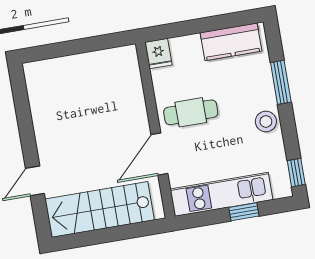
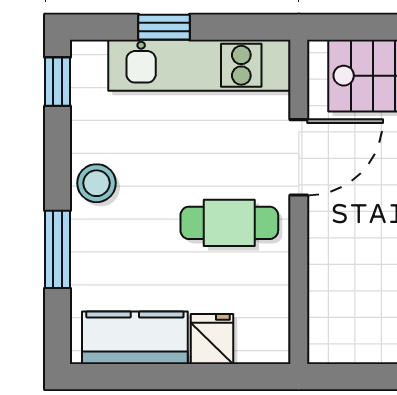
fridge: (158, 54) -> (212, 339), moved

